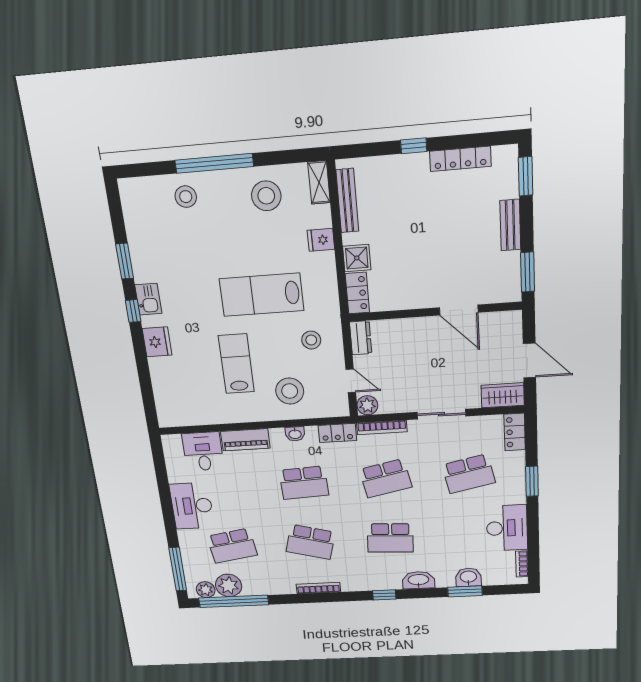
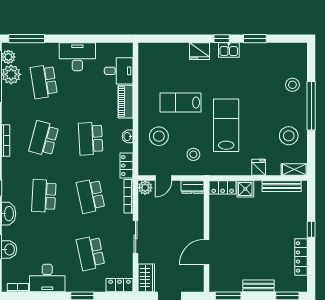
lab bench: (236, 364) -> (181, 103), turned 180

